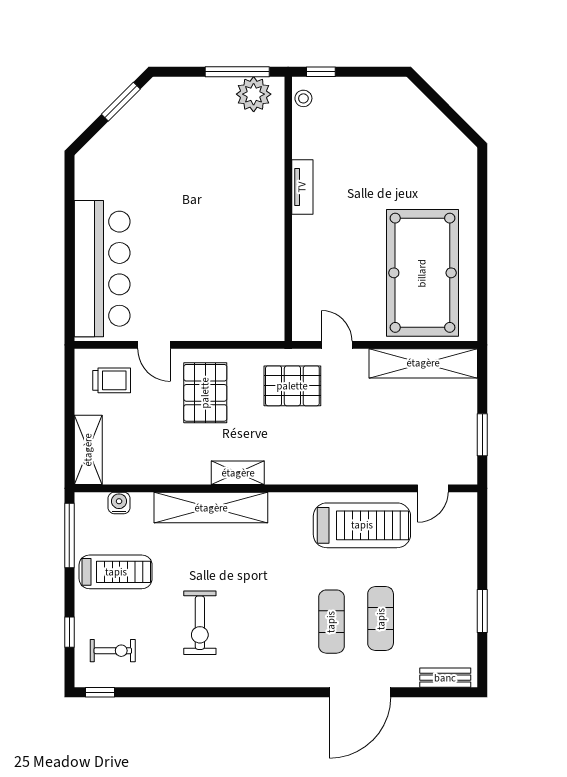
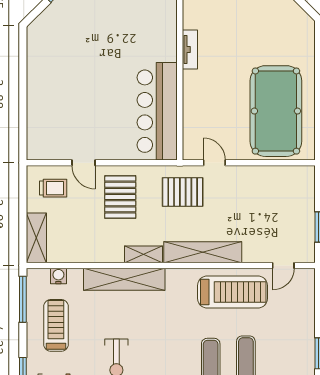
bar counter: (102, 269) -> (157, 111), moved, turned 180
shelving: (423, 363) -> (203, 252), moved
treadmill: (116, 572) -> (56, 325), turned -90

